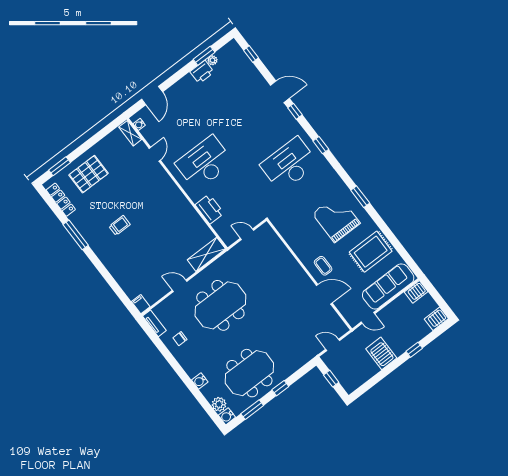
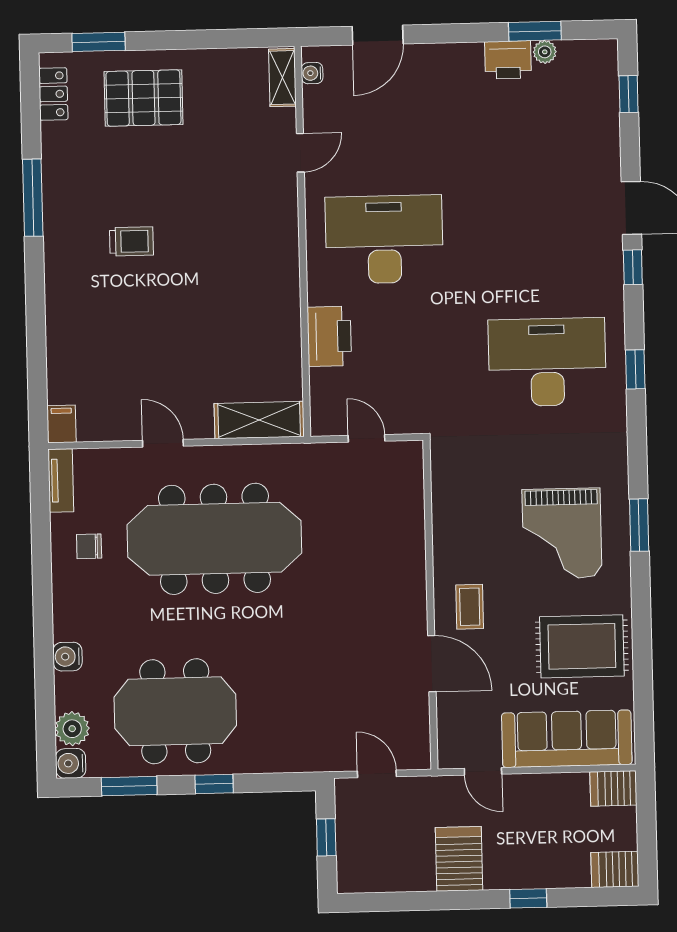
locker: (61, 200) -> (53, 94), width x0.66
grand piano: (336, 218) -> (562, 533), turned 180
meeting table: (220, 305) -> (214, 539), width x1.36

